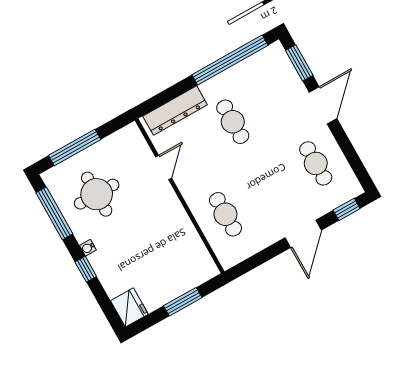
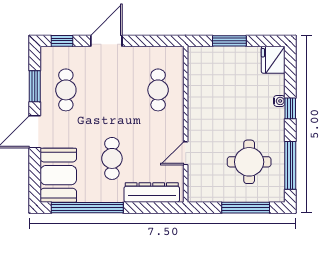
window: (299, 63) -> (35, 86), moved
booth: (276, 76) -> (58, 175), added
water cooler: (88, 248) -> (279, 101), moved

